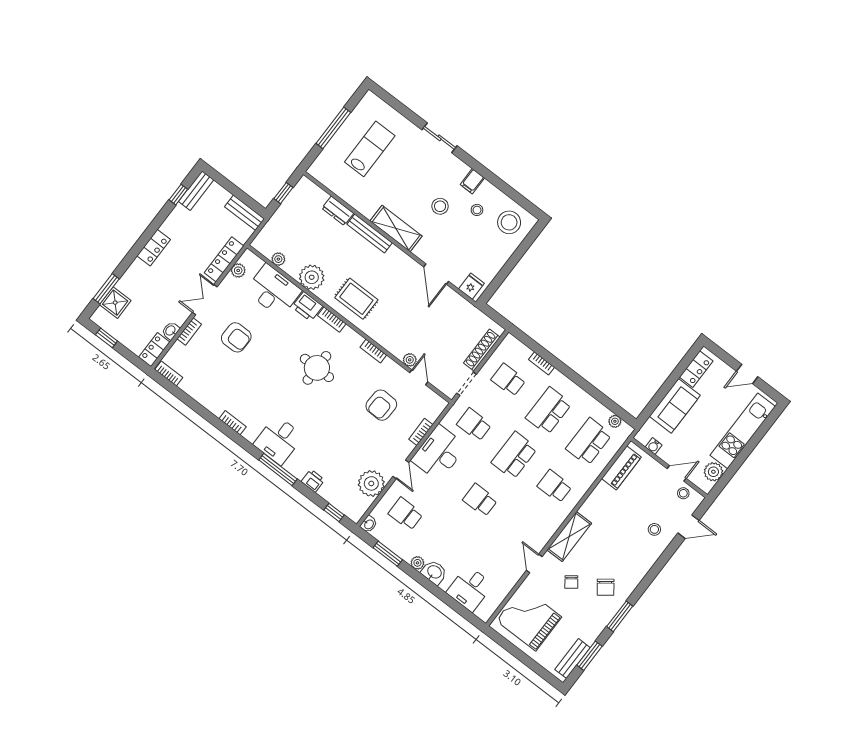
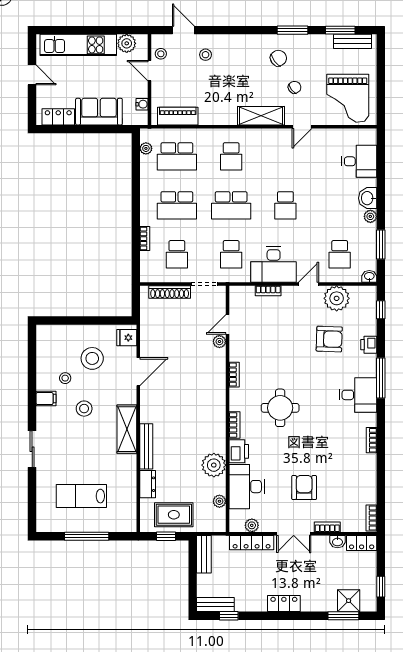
stool: (509, 222) -> (92, 358), moved
rug: (356, 299) -> (174, 515), moved, turned 90
armchair: (381, 405) -> (329, 339), moved

